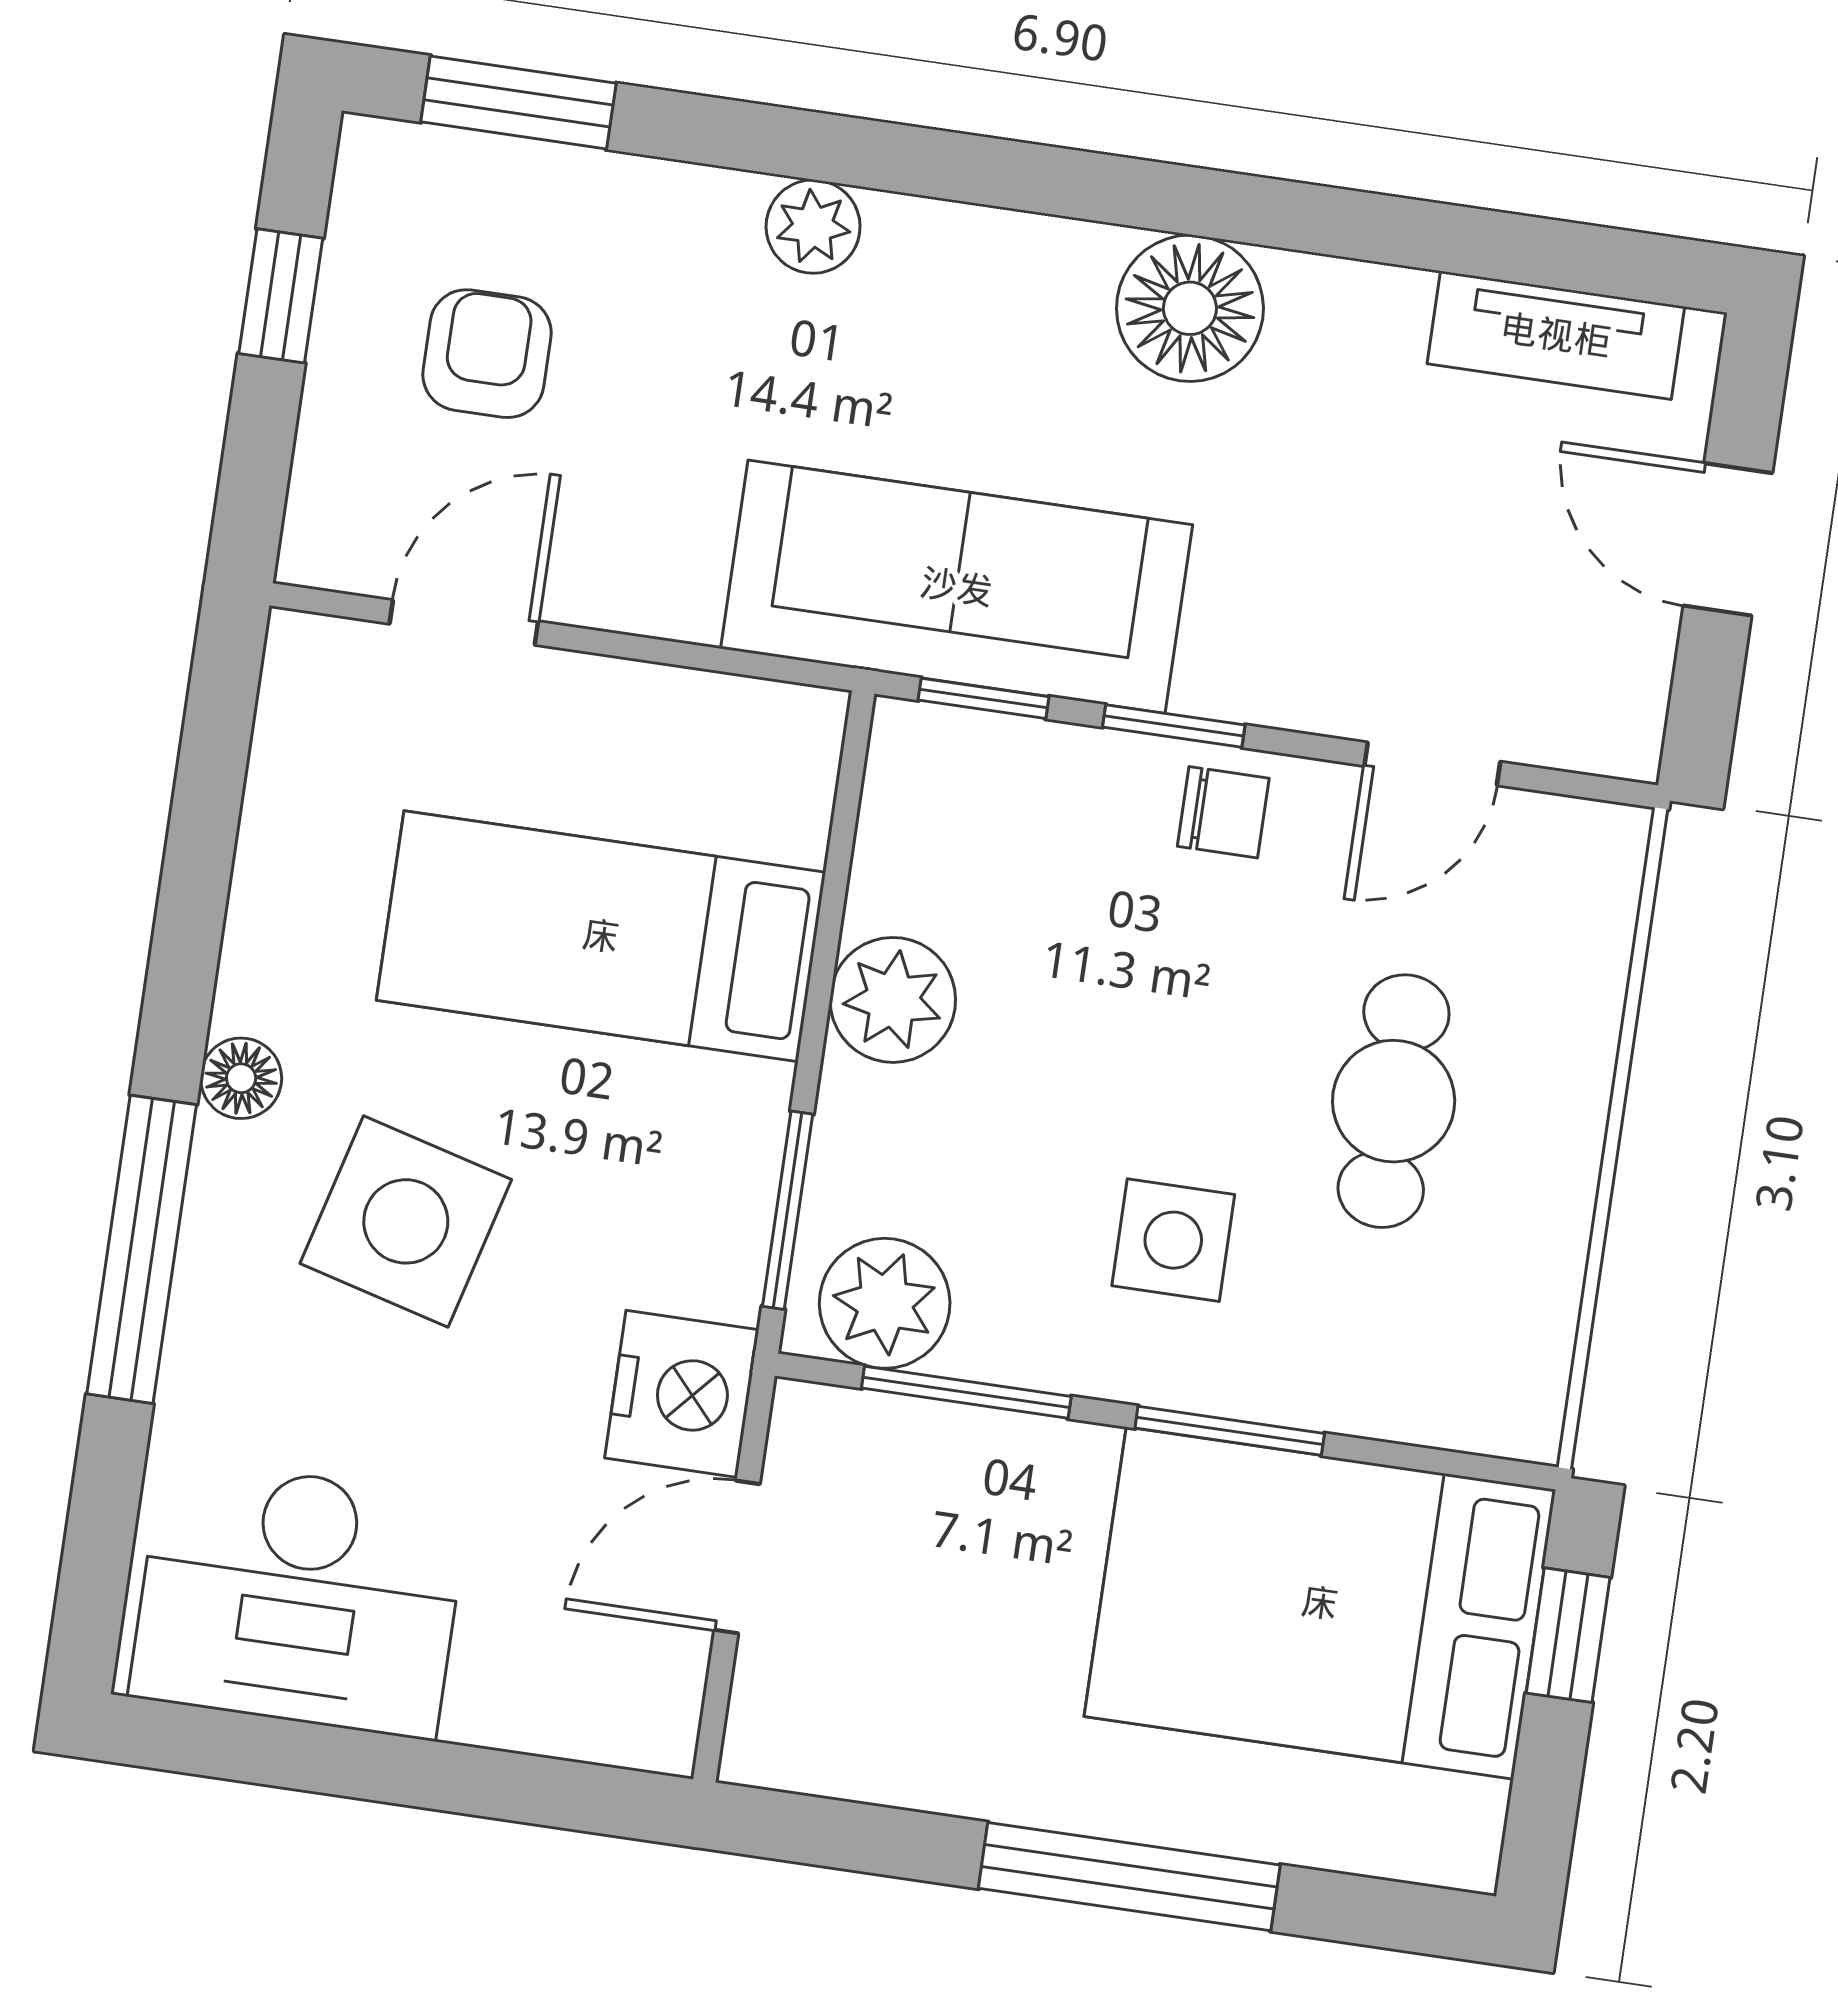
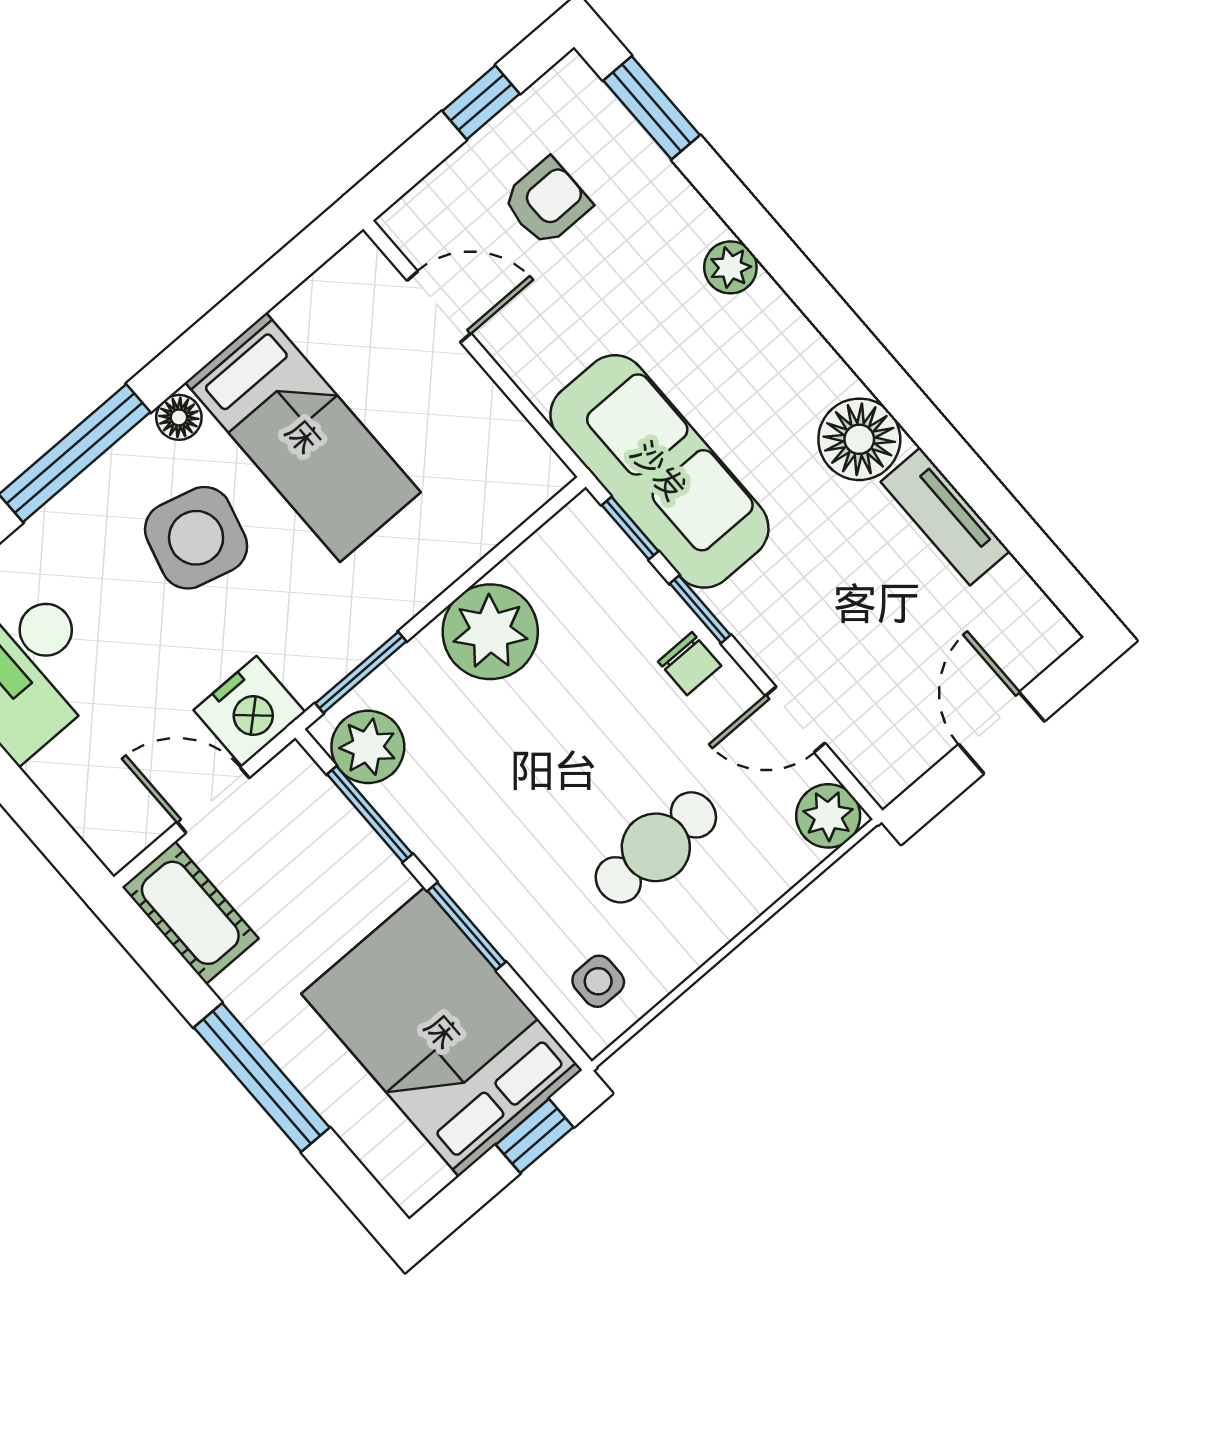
tv unit: (1556, 335) -> (945, 516), moved
plant: (1590, 856) -> (828, 816), added
bed: (601, 936) -> (303, 437), moved, turned 180
plant: (893, 1000) -> (490, 632), width x1.36, depth x1.36
side table: (1173, 1240) -> (598, 981), moved, width x0.73, depth x0.73
cot: (839, 1737) -> (190, 913), added

